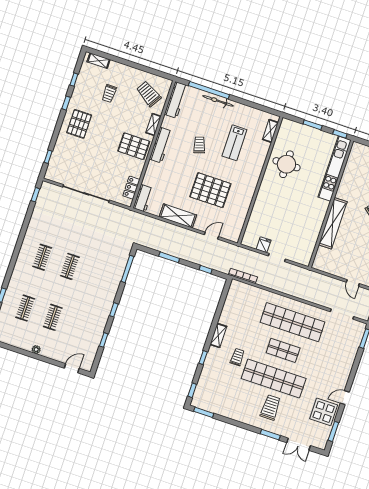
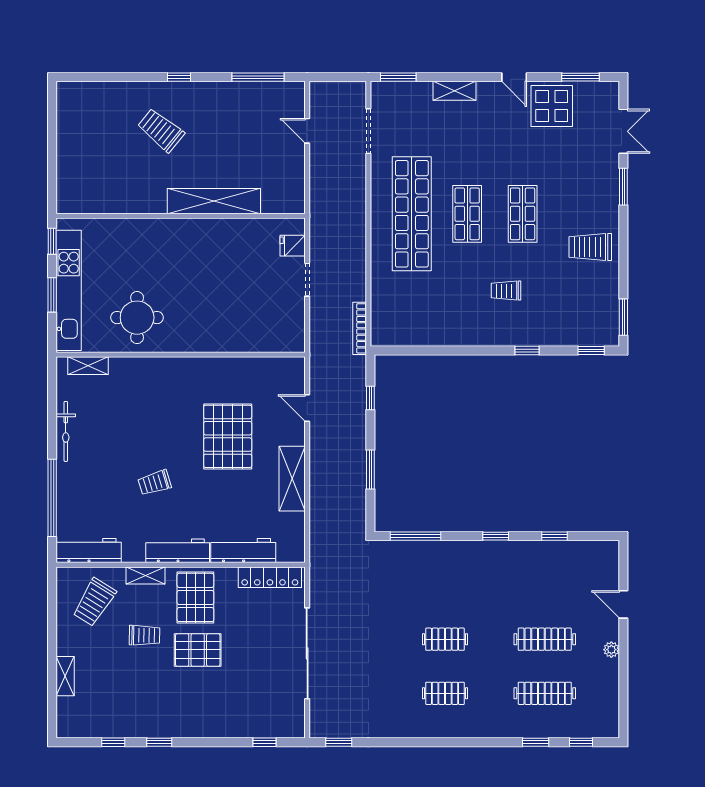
shelving: (99, 61) -> (65, 676), moved
trolley: (109, 94) -> (145, 635), moved
bicycle: (218, 101) -> (66, 431), moved
pallet: (79, 124) -> (198, 650), moved
lab bench: (234, 143) -> (130, 422), removed
kitchen unit: (334, 169) -> (69, 290), moved, turned -90
locker: (131, 188) -> (270, 577), width x1.53
workbench: (143, 198) -> (243, 551), moved, width x1.38
fridge: (264, 245) -> (293, 246), moved
door: (353, 283) -> (307, 131), swing flipped
clothes rail: (25, 308) -> (545, 693), width x1.36
clothes rail: (53, 317) -> (545, 639), width x1.36
shelving: (218, 335) -> (454, 91), moved
door: (72, 368) -> (623, 604), moved
shop shelf: (274, 379) -> (523, 214), width x0.50, depth x0.74
trolley: (270, 407) -> (590, 247), moved

